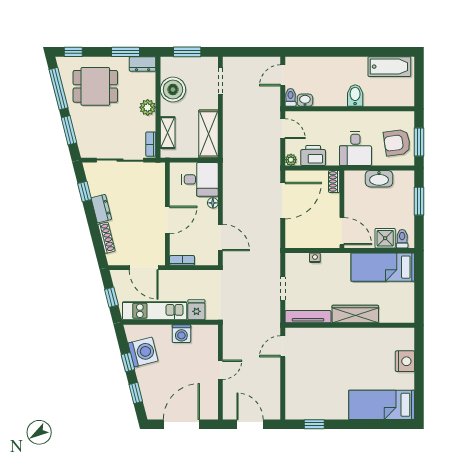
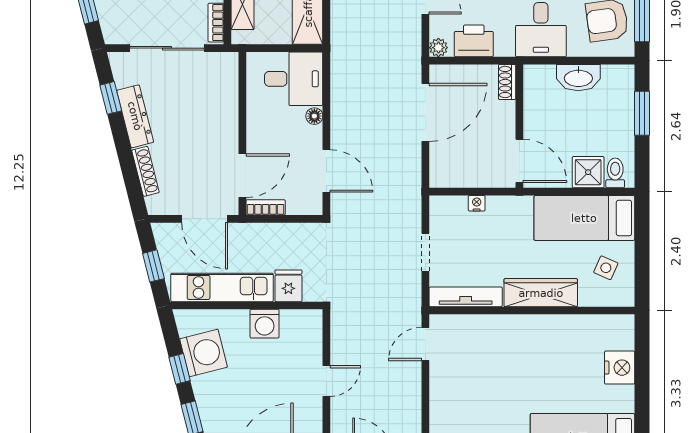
dresser: (101, 209) -> (135, 116), width x1.44
door: (167, 220) -> (242, 176), moved
side table: (396, 298) -> (606, 268), added

